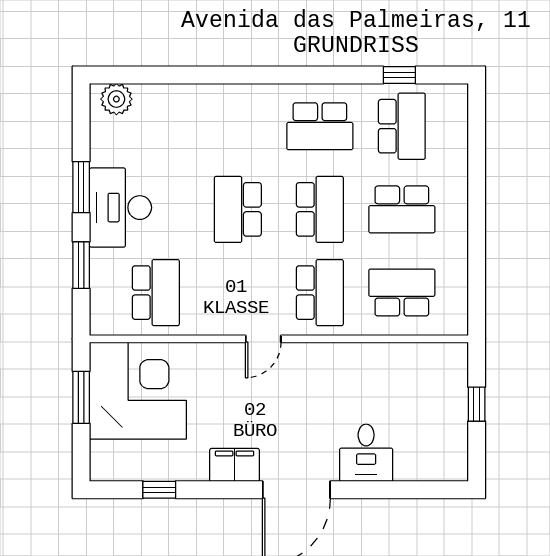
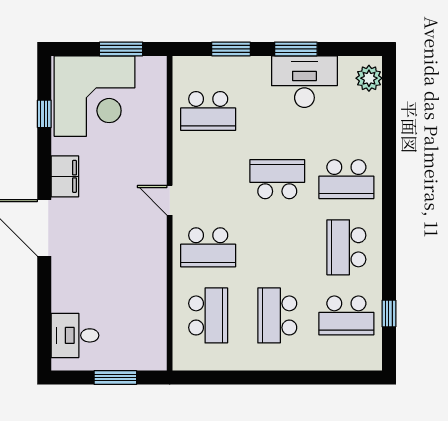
desk: (120, 208) -> (304, 82), moved
school desk: (320, 209) -> (346, 179), moved
corner desk: (138, 391) -> (95, 96), moved
window: (477, 404) -> (115, 378), width x1.50
desk: (366, 453) -> (75, 335), moved

